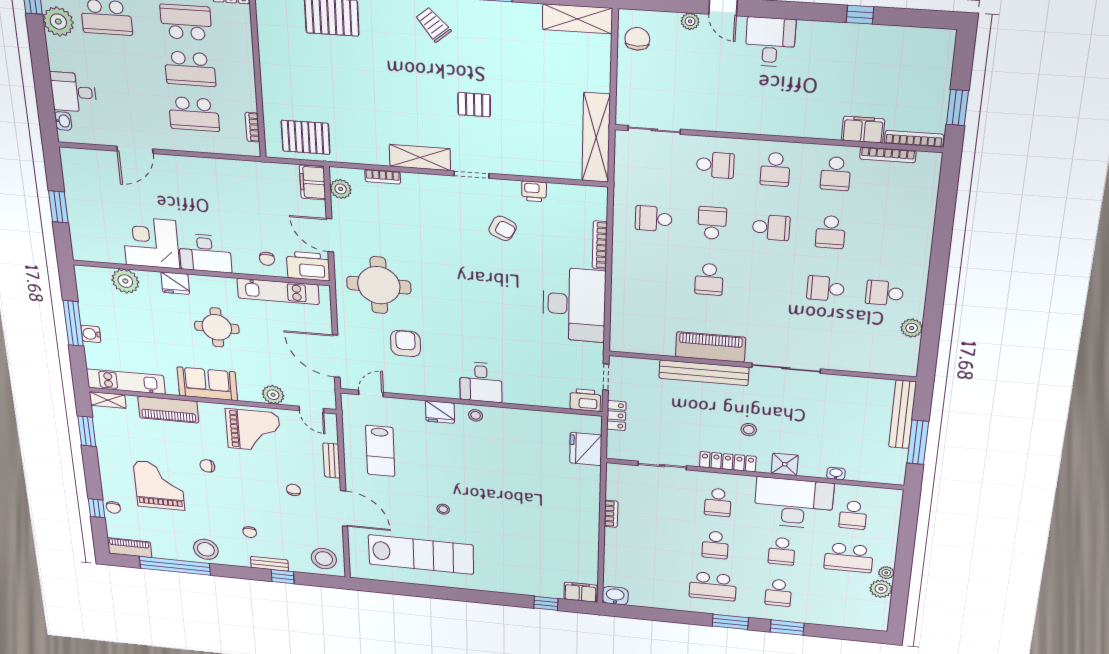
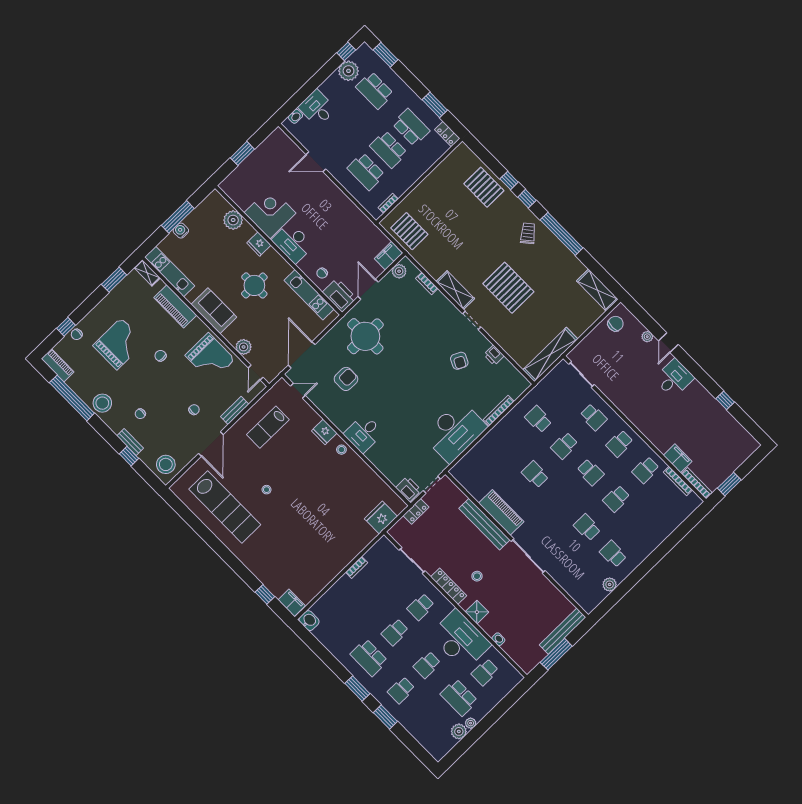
pallet: (474, 105) -> (508, 288), width x2.05, depth x2.00
school desk: (712, 223) -> (564, 446), turned 180
school desk: (709, 279) -> (535, 474), turned 90

